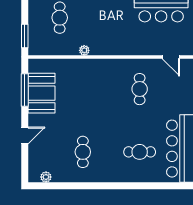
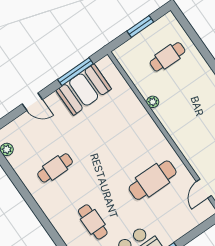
window: (25, 36) -> (140, 26), moved
cafe table: (140, 89) -> (153, 180), width x1.37, depth x1.35

